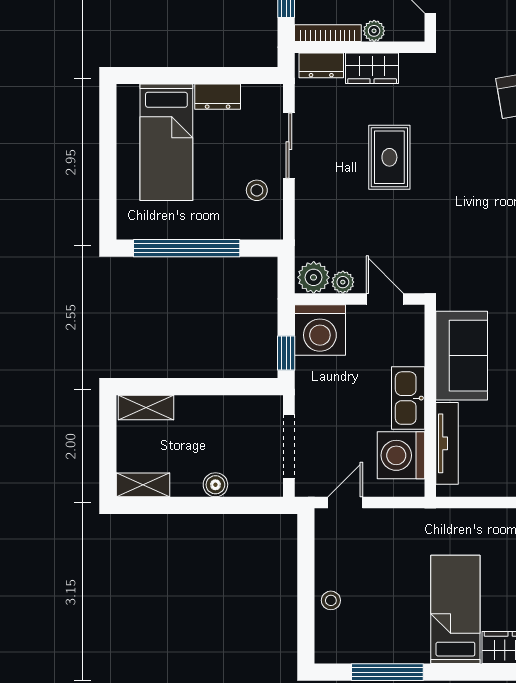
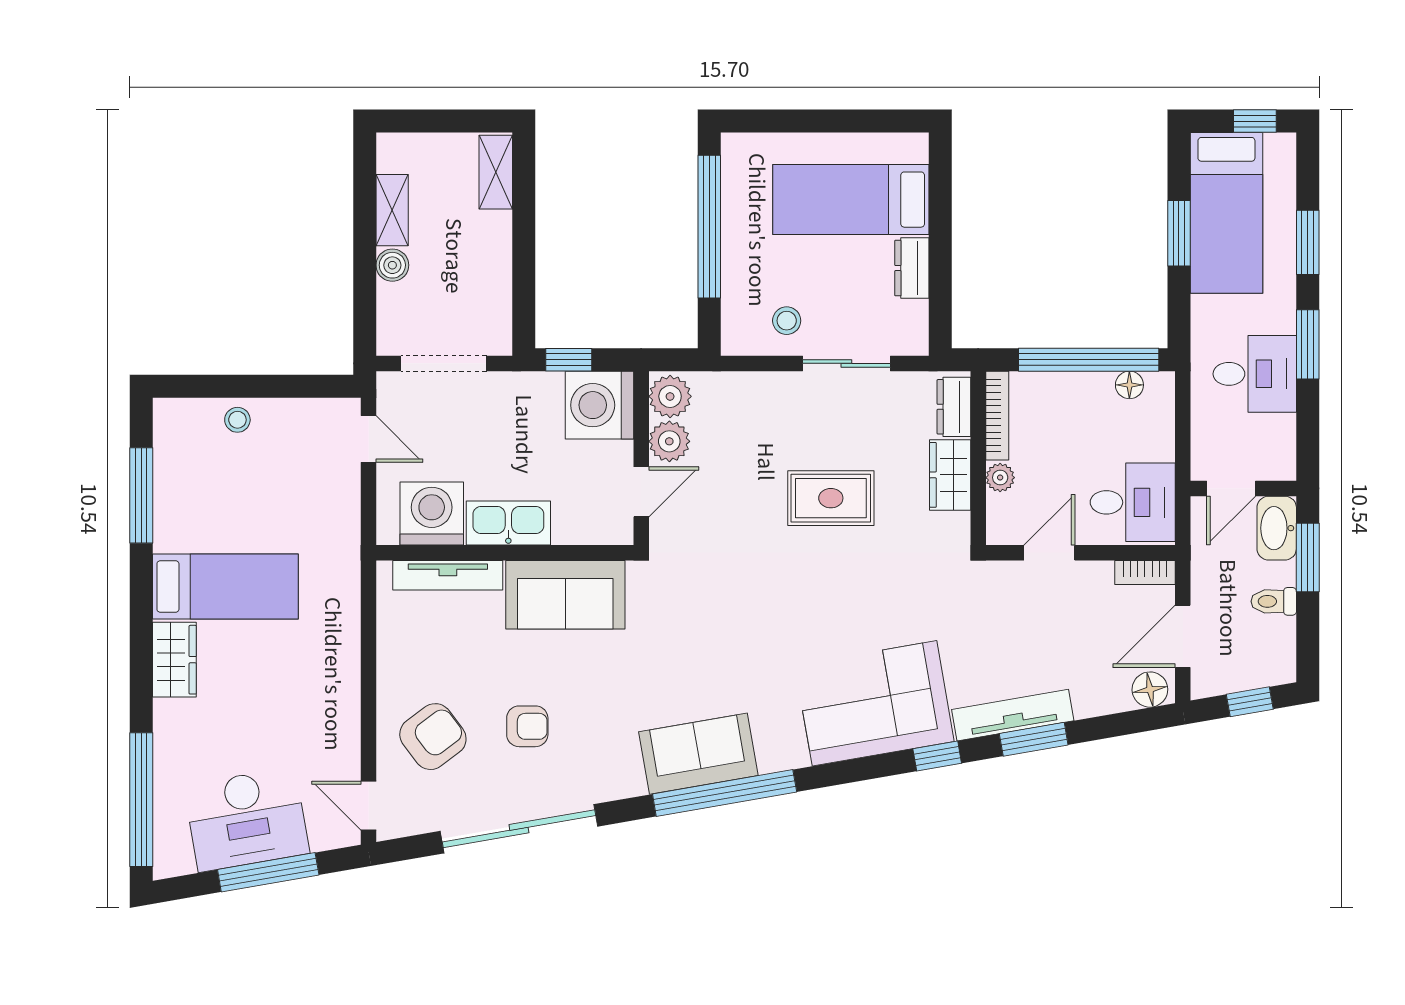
plant: (343, 282) -> (669, 441), width x1.38, depth x1.38
shelving: (143, 485) -> (392, 210), moved

